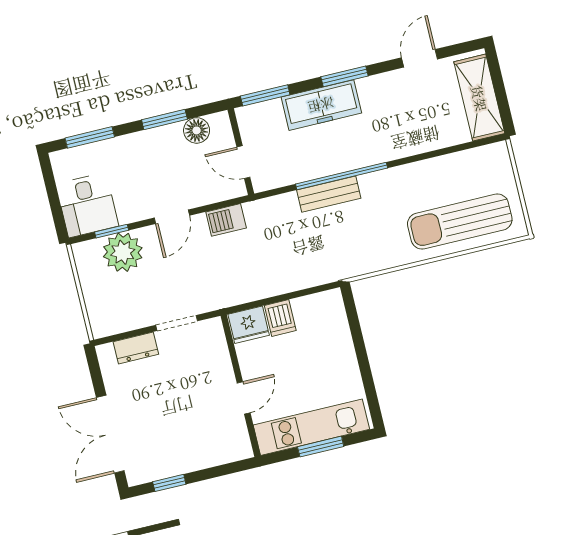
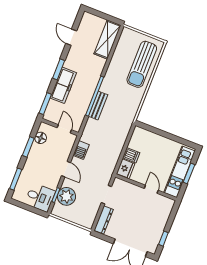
shelving: (479, 98) -> (107, 39), moved, turned 90
door: (243, 162) -> (64, 129), swing flipped
dresser: (136, 348) -> (104, 220), width x1.44

